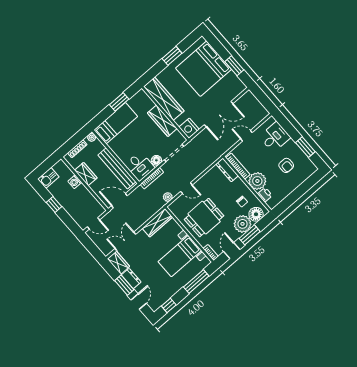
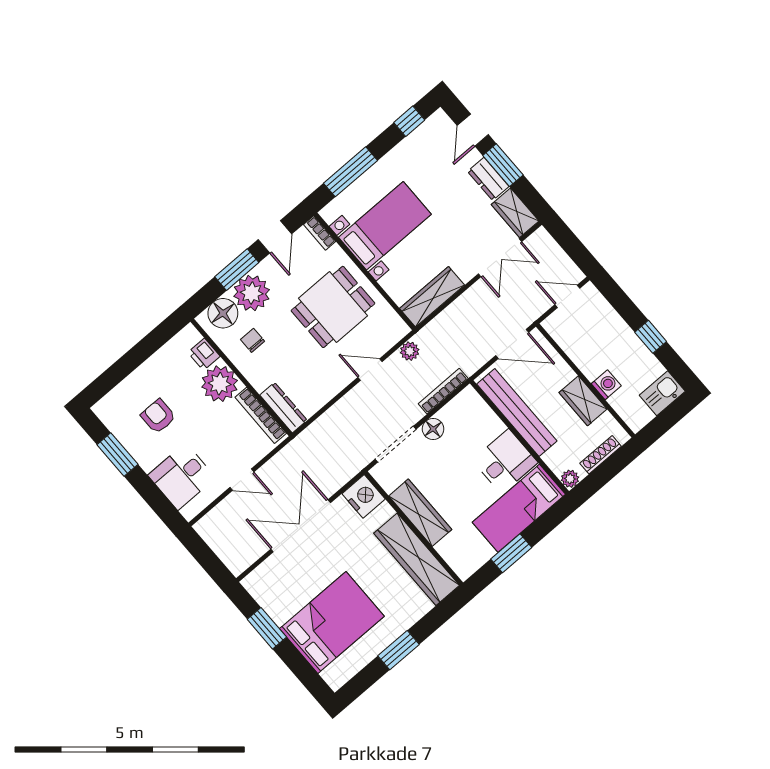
bed: (204, 69) -> (332, 622), width x0.73
desk: (140, 166) -> (505, 461), moved, turned 90

